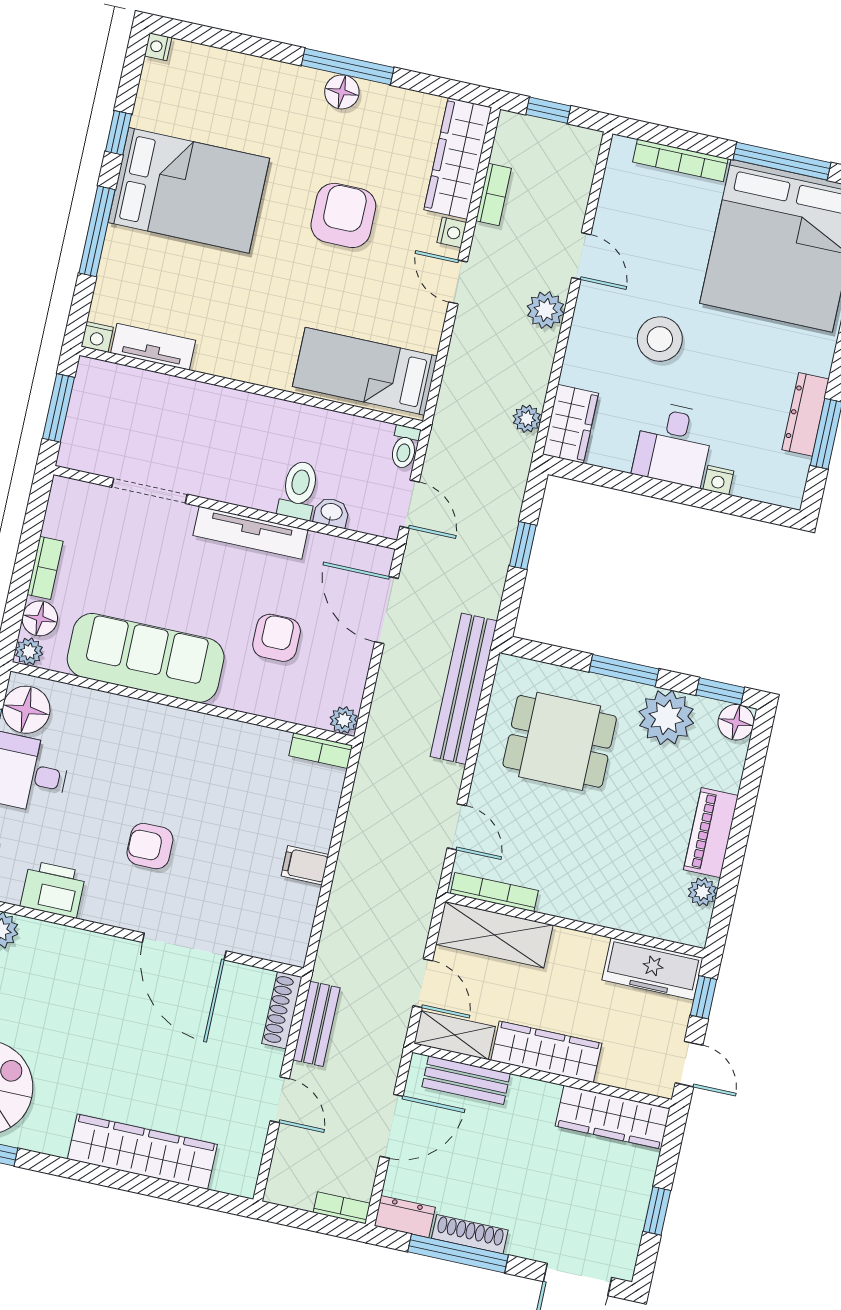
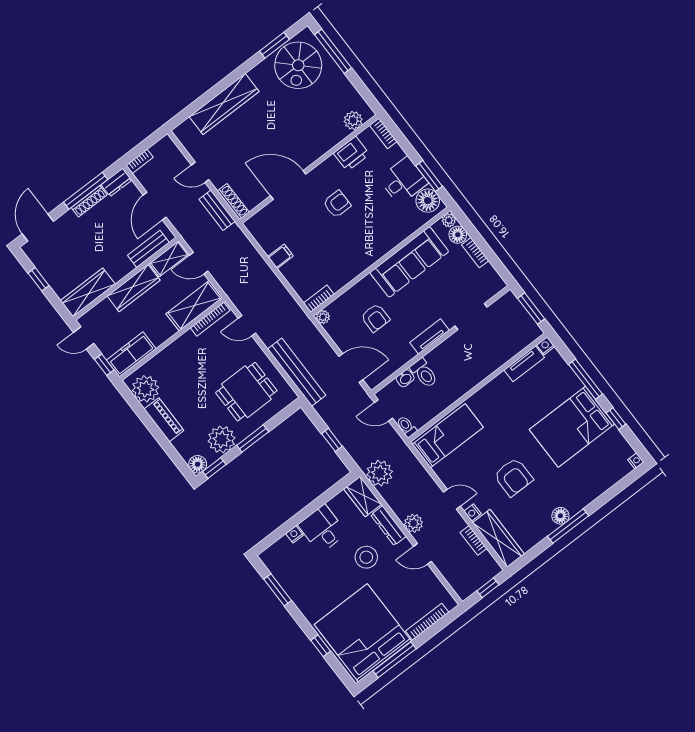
dresser: (806, 414) -> (388, 526), moved, turned 180
plant: (527, 419) -> (380, 473), width x1.88, depth x1.88
tv unit: (250, 533) -> (430, 336), width x0.71
plant: (702, 892) -> (145, 389), width x1.87, depth x1.87

